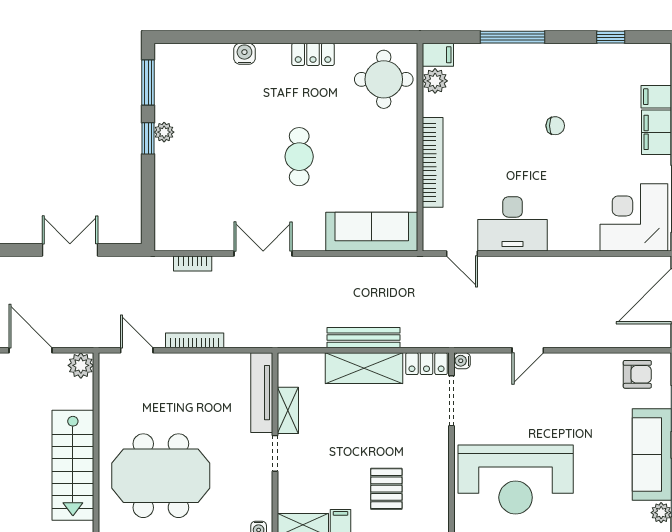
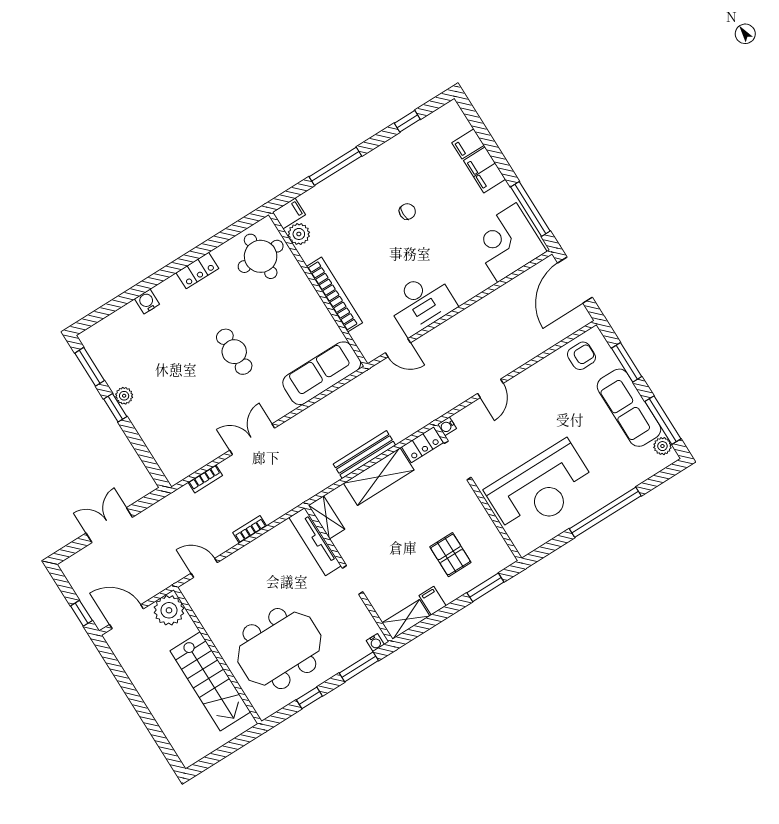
bookcase: (195, 340) -> (250, 529), width x0.64
plant: (81, 365) -> (169, 610), width x1.36, depth x1.36
shelving: (288, 410) -> (326, 517), moved

